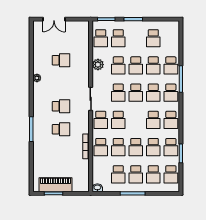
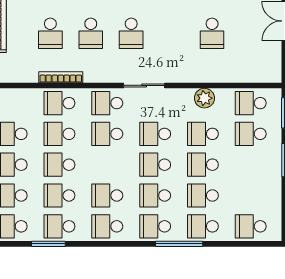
school desk: (153, 38) -> (251, 226), moved
school desk: (61, 152) -> (50, 33), added

